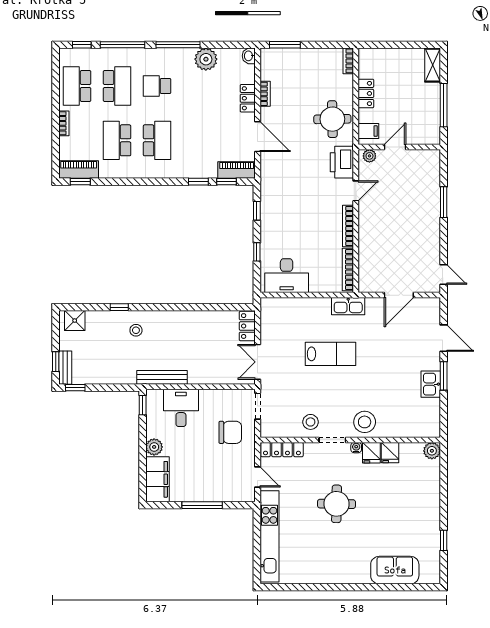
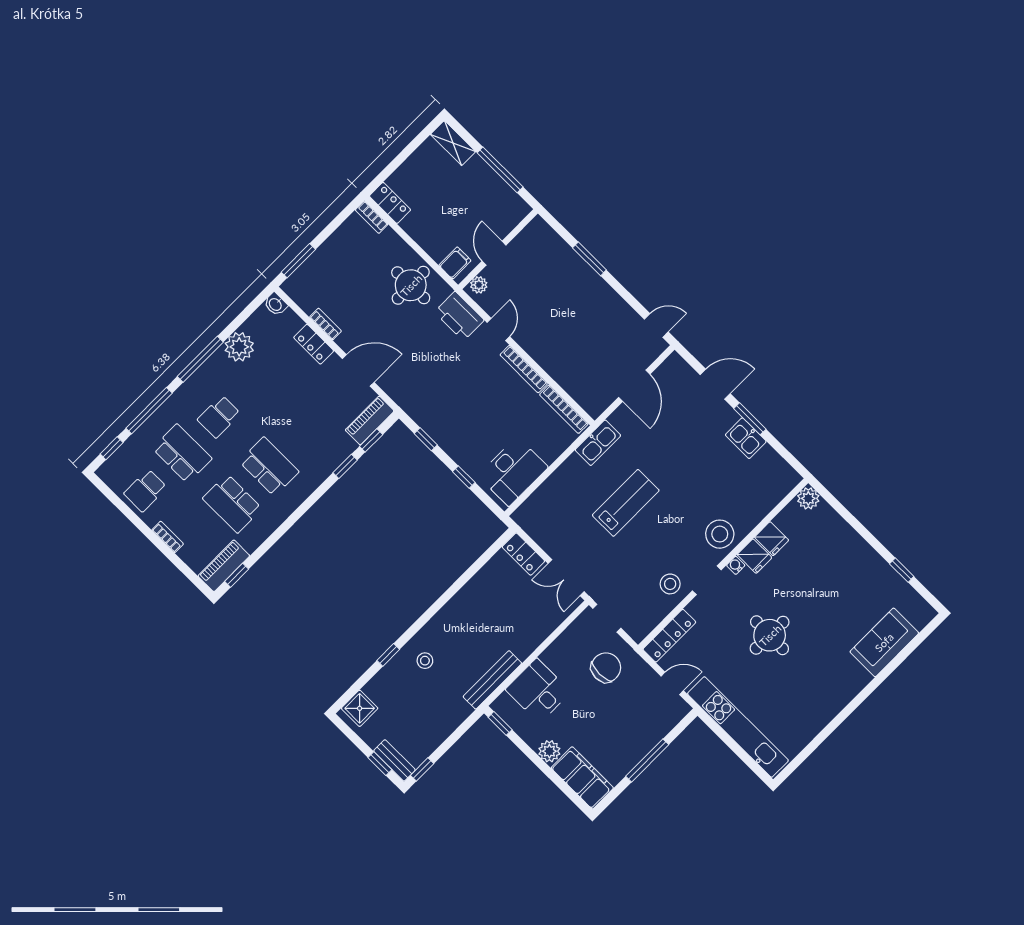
school desk: (77, 86) -> (145, 490), width x0.54
locker: (366, 93) -> (390, 203), moved

